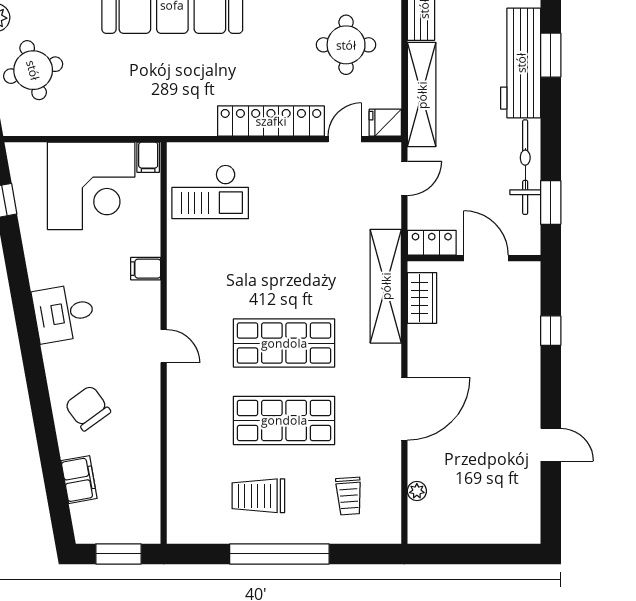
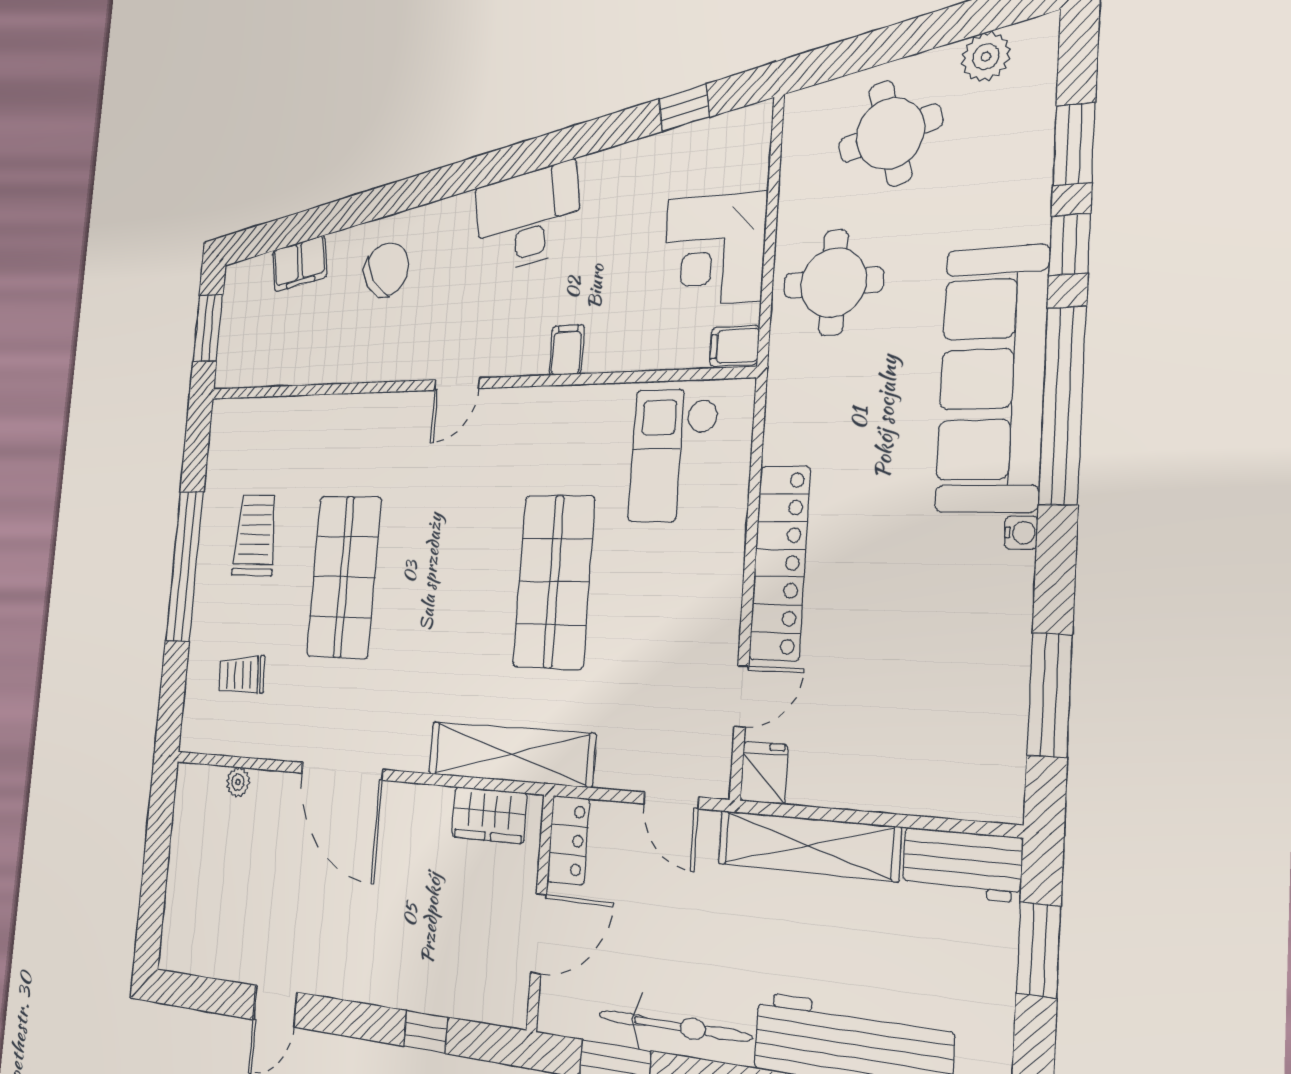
round table: (346, 45) -> (833, 283), moved
door: (345, 139) -> (741, 696), hinge flipped
corner desk: (91, 186) -> (714, 250), width x0.74, depth x0.74
desk: (64, 313) -> (528, 218), width x1.37
shop shelf: (284, 343) -> (554, 582), moved

